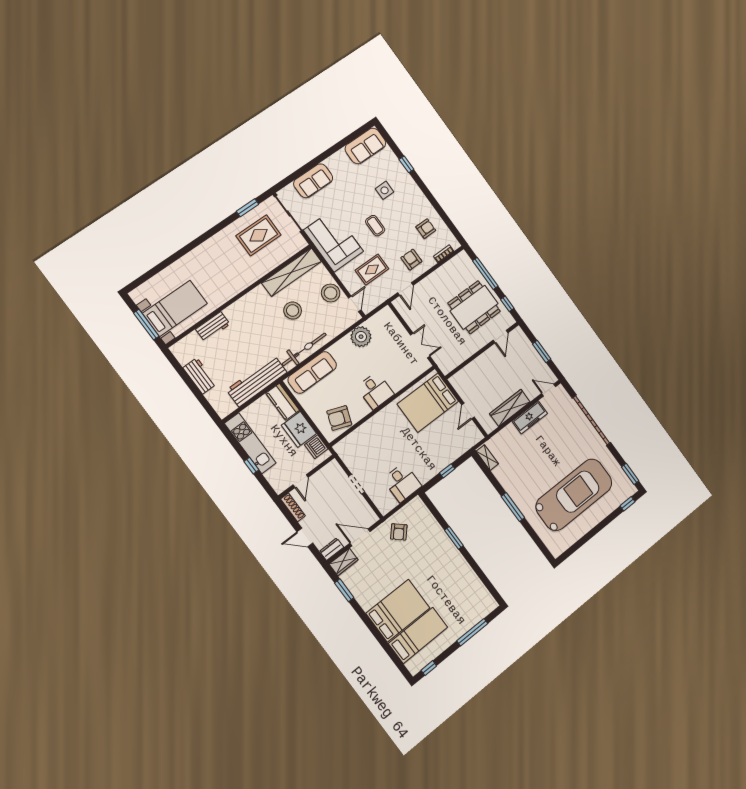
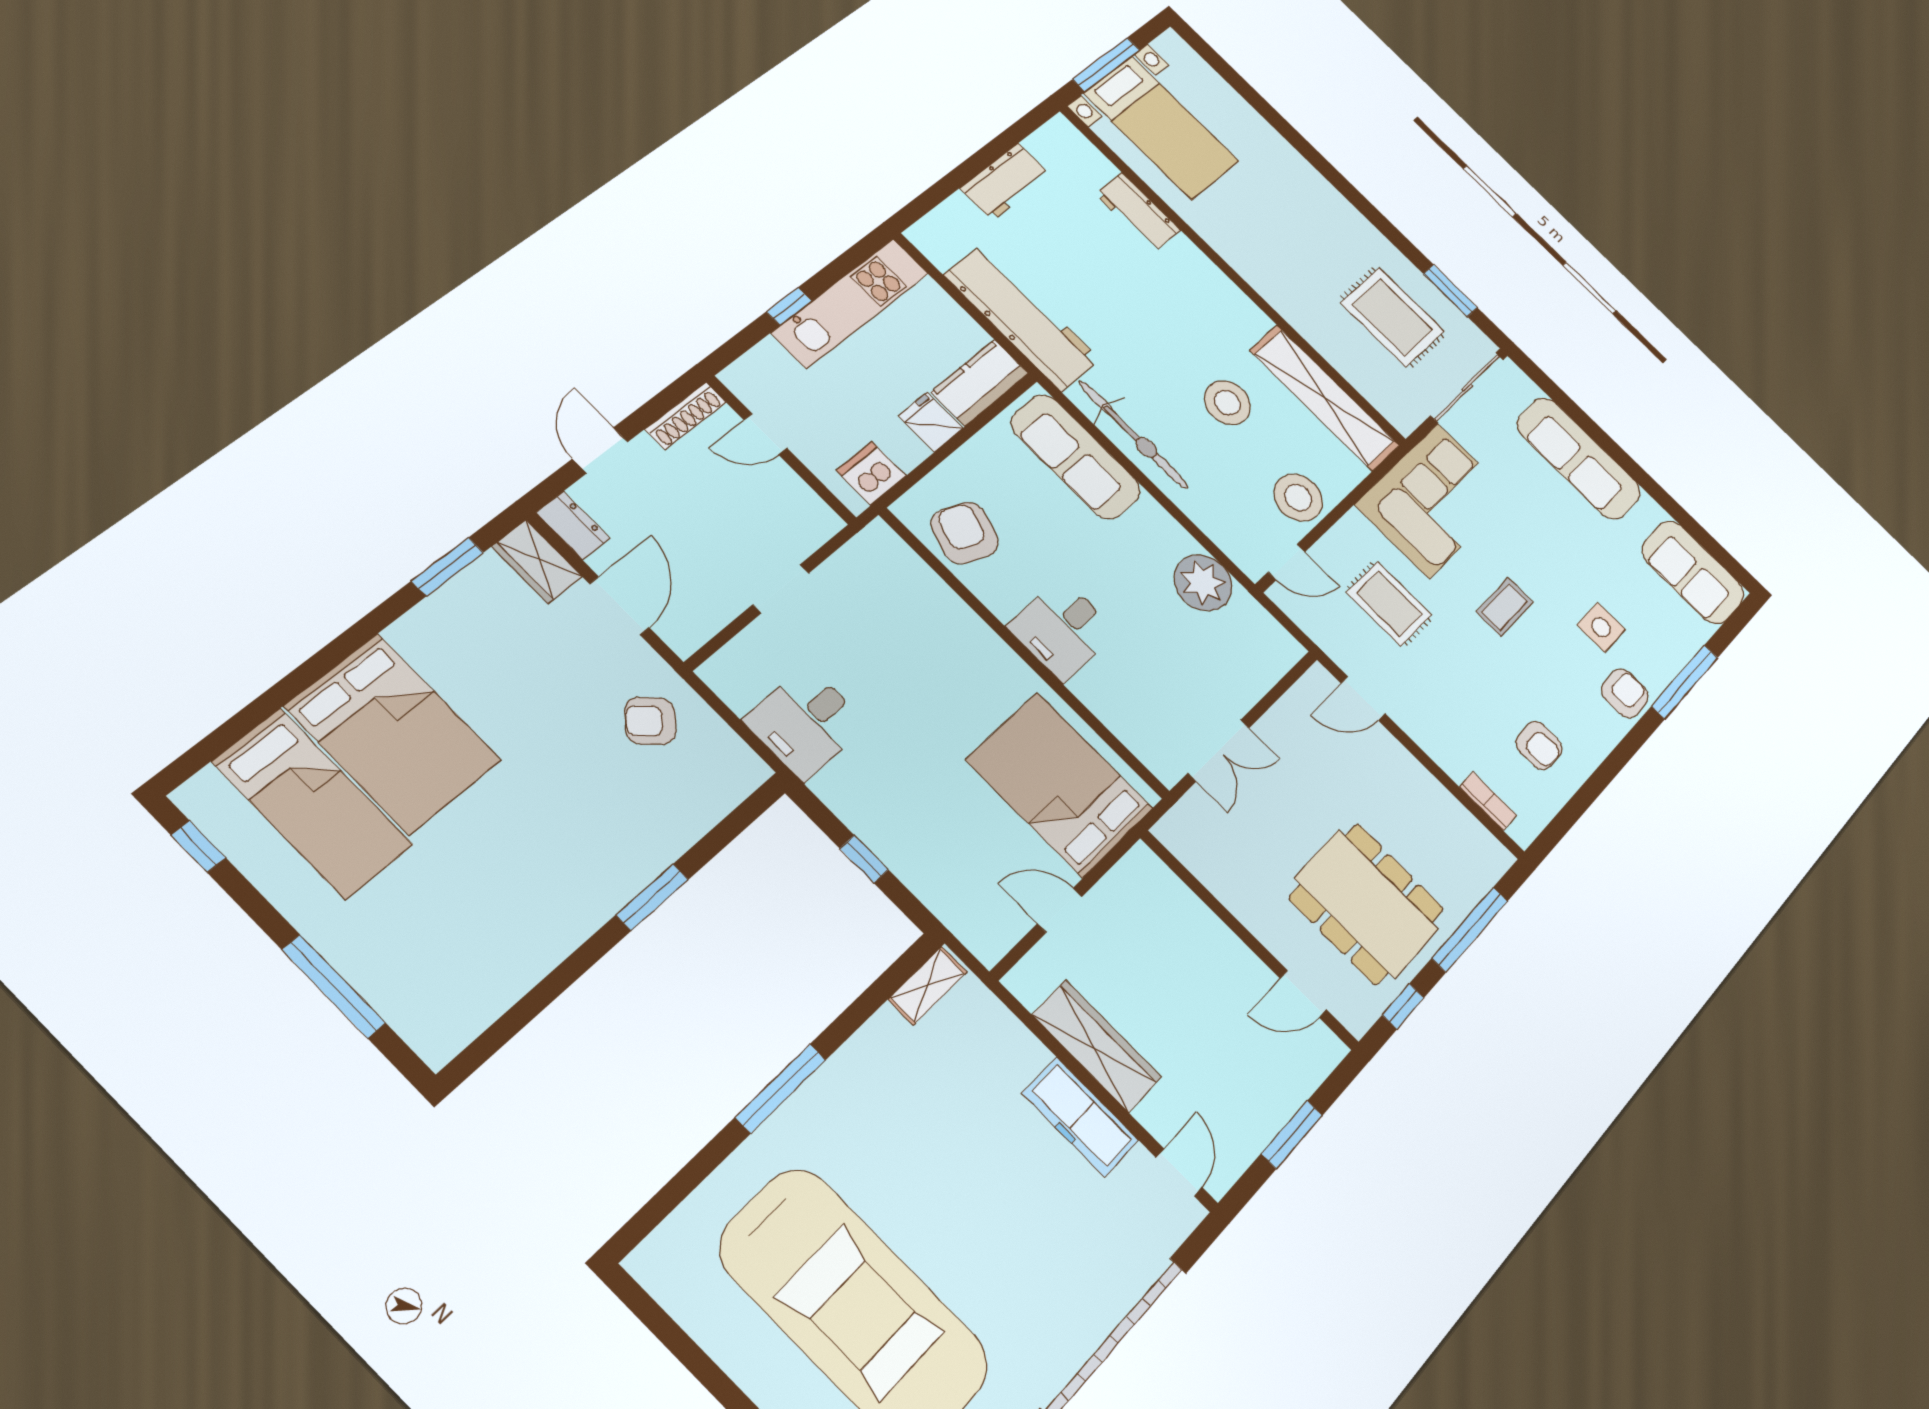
window: (406, 164) -> (1685, 682), width x2.17
sofa: (313, 181) -> (1579, 458), width x1.36
armchair: (411, 260) -> (1625, 693), moved
fridge: (299, 429) -> (931, 422), width x0.53, depth x0.75

